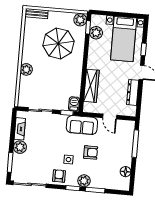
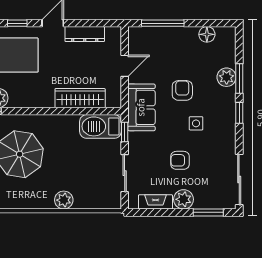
barbecue: (74, 104) -> (100, 126), width x1.88, depth x1.53
armchair: (59, 176) -> (180, 160), moved
plant: (84, 181) -> (227, 77), moved

